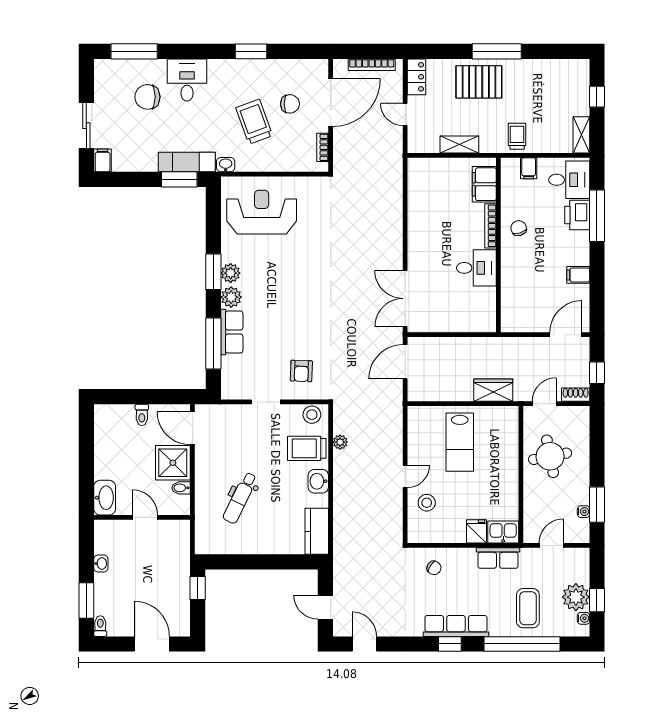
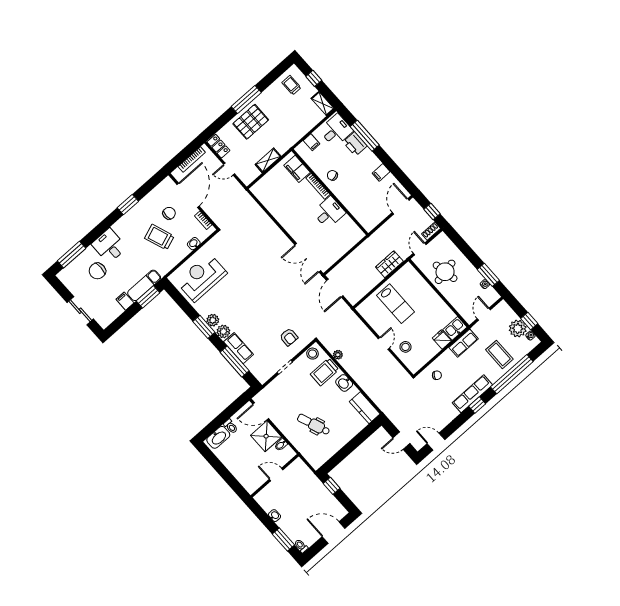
trolley: (517, 136) -> (291, 85), moved
filing cabinet: (103, 160) -> (125, 301), moved
washbasin: (226, 165) -> (194, 244), moved
washbasin: (105, 498) -> (218, 437), moved, turned 90
dental chair: (240, 498) -> (314, 424), turned 133

